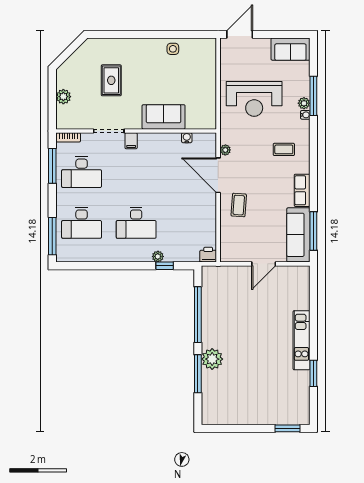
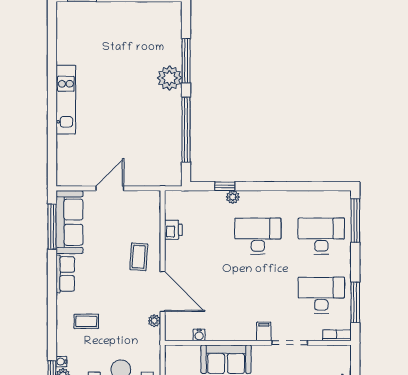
printer: (208, 255) -> (173, 230), moved, turned -90
window: (313, 373) -> (52, 61), removed

